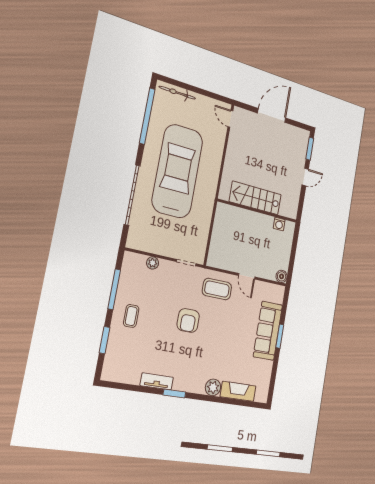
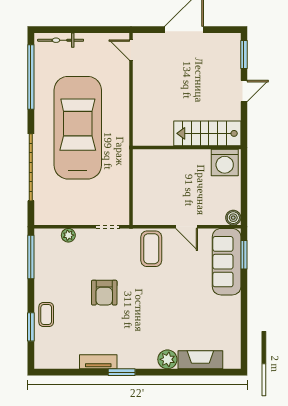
stairs: (255, 198) -> (207, 133), moved
washing machine: (279, 224) -> (225, 163), width x1.89, depth x1.89
window: (114, 289) -> (31, 257), moved
coffee table: (217, 289) -> (151, 249), turned 90
coffee table: (131, 316) -> (46, 314), moved
armchair: (188, 320) -> (104, 293), moved
sofa: (268, 331) -> (227, 262), moved
window: (280, 336) -> (244, 255), moved

